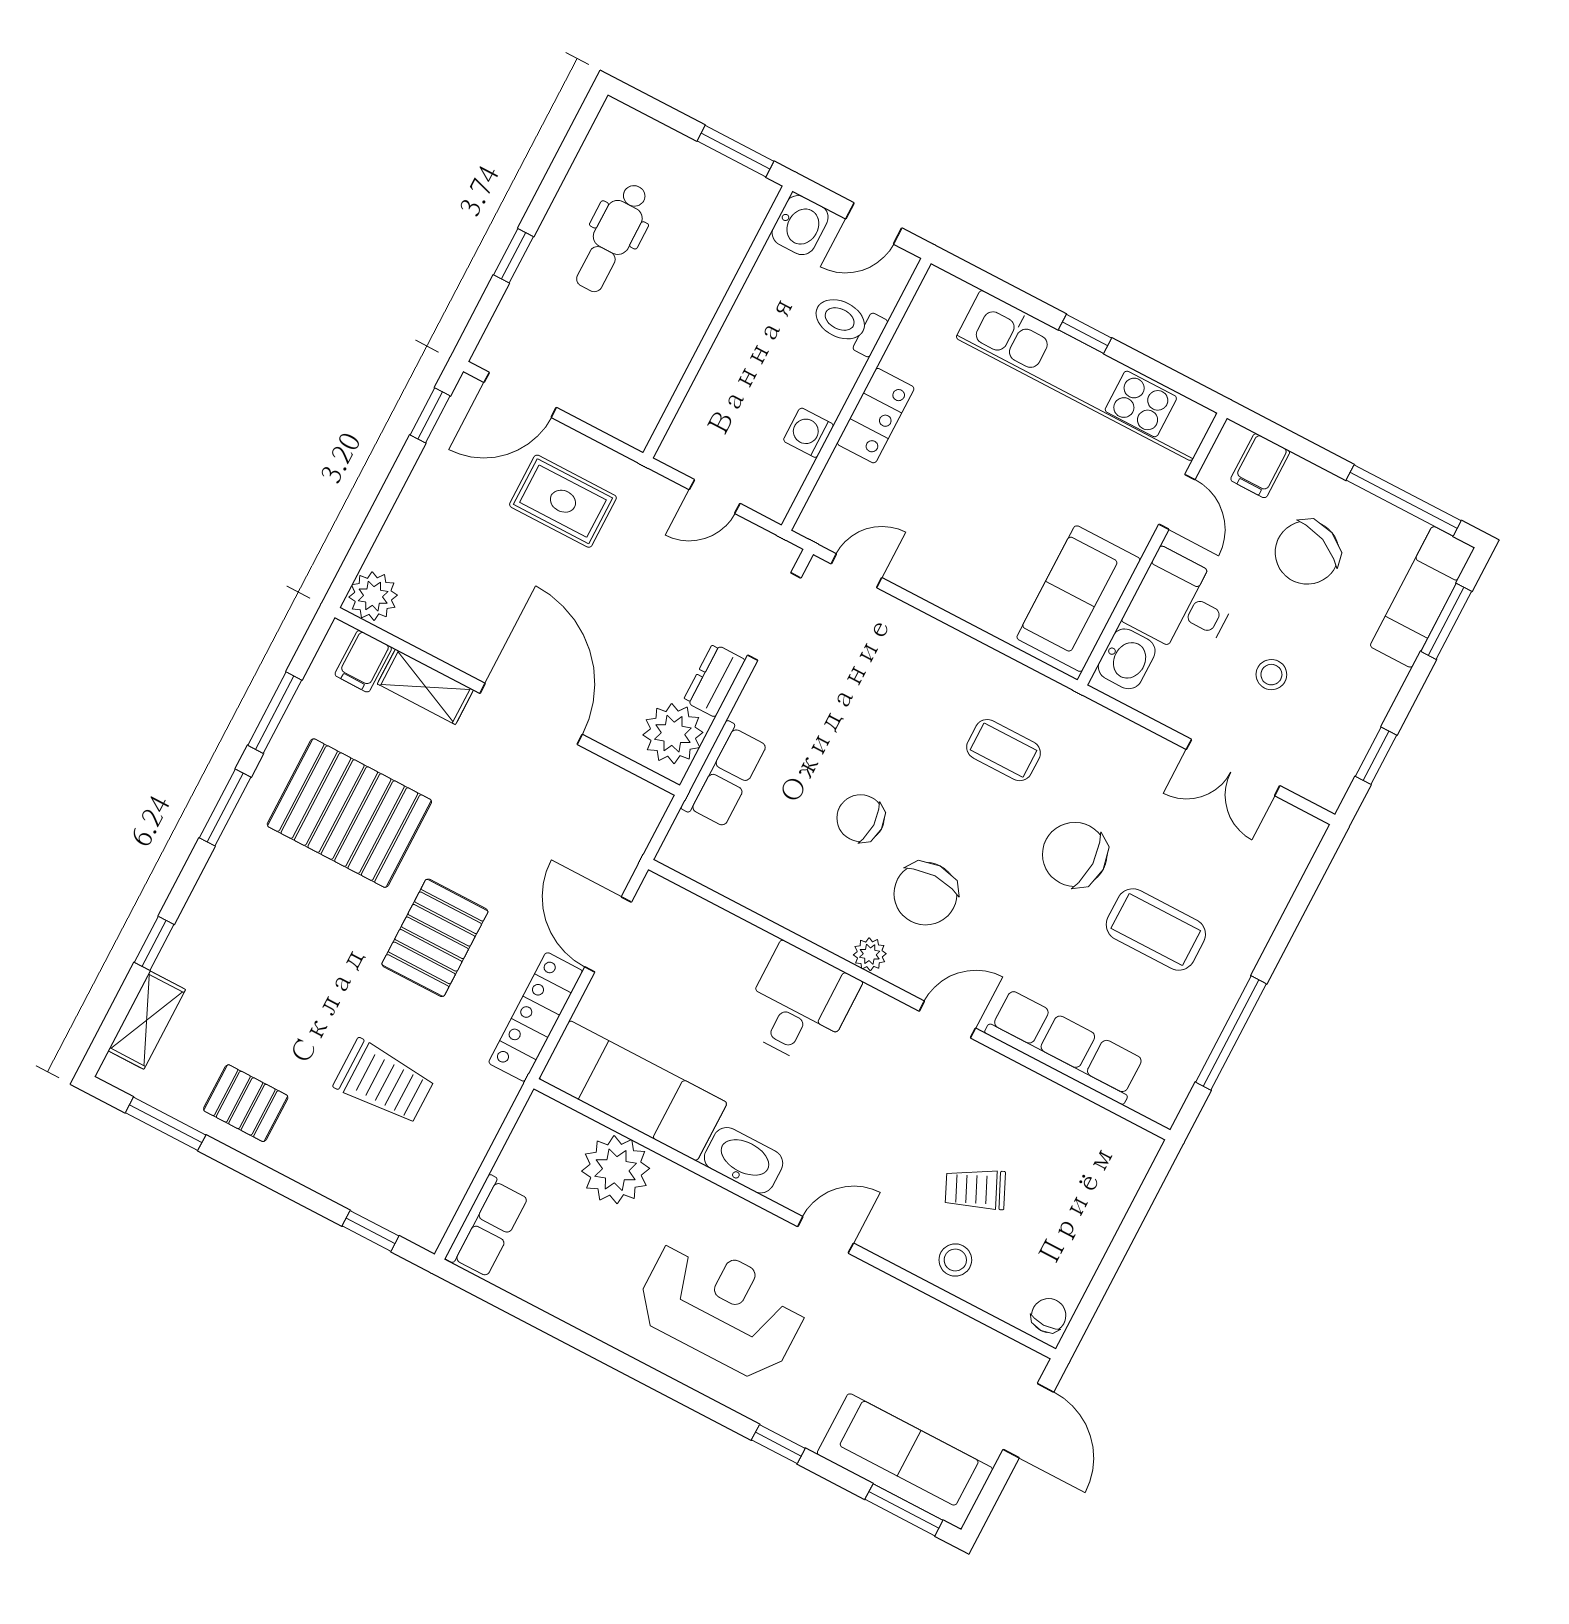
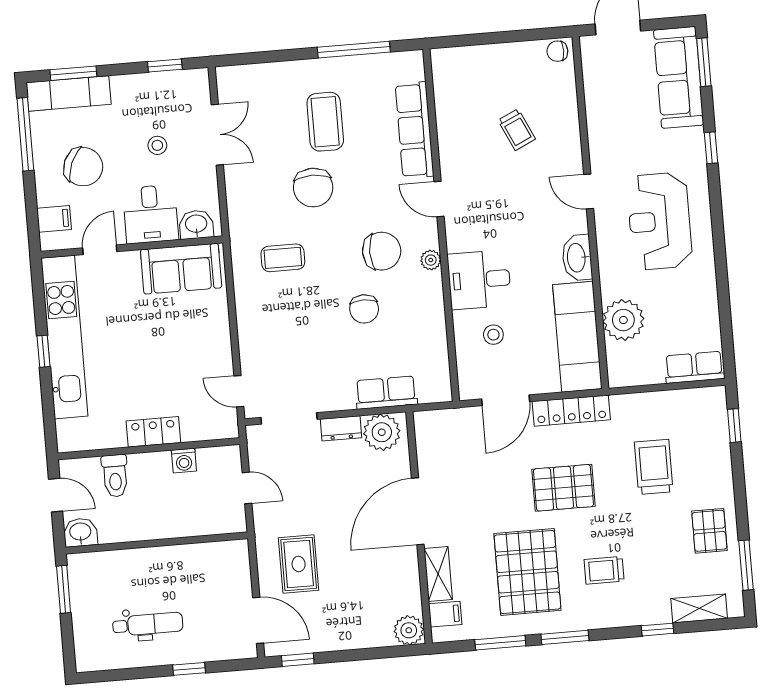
coffee table: (1004, 750) -> (283, 258), turned 90
trolley: (284, 921) -> (604, 570), added
stool: (955, 1260) -> (493, 335), moved

